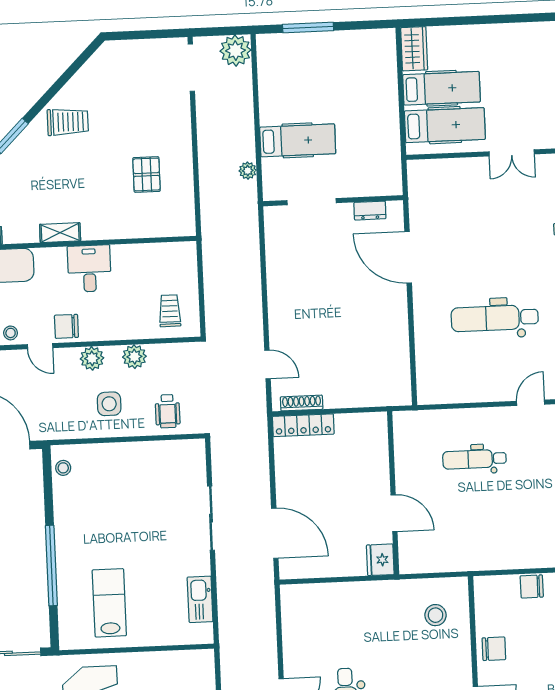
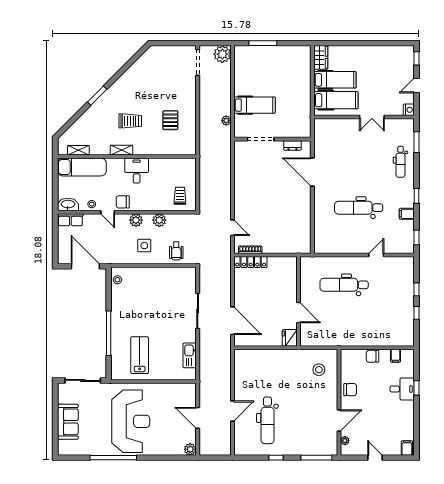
trolley: (68, 122) -> (130, 121), moved
dental chair: (474, 459) -> (344, 285), width x1.36, depth x1.38

